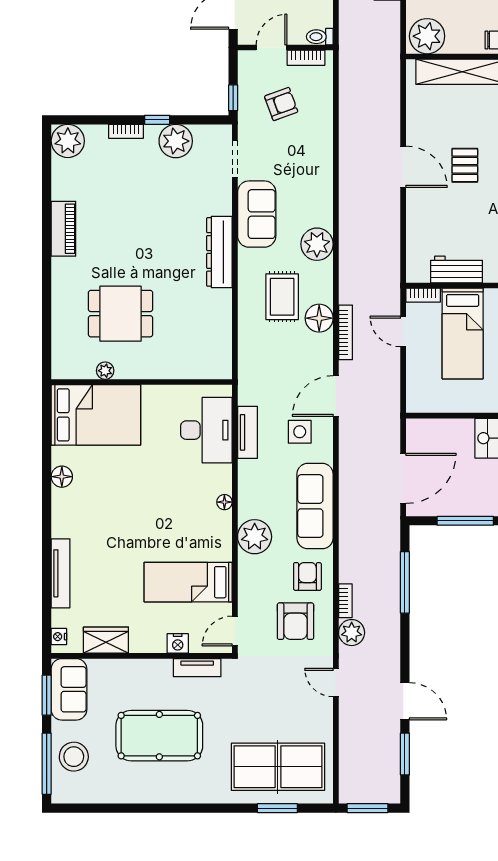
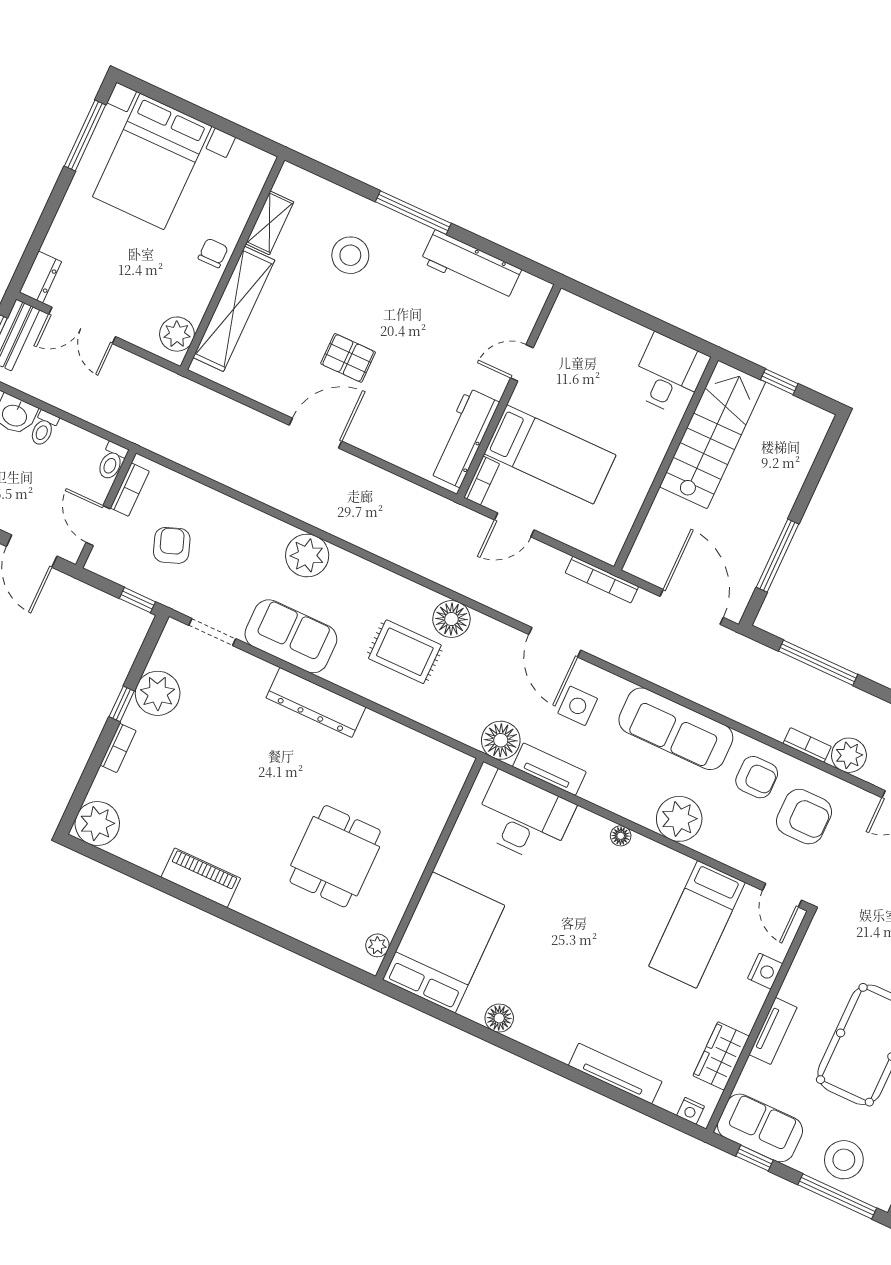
plant: (427, 36) -> (177, 334), width x0.73, depth x0.73
plant: (317, 244) -> (307, 556), moved
workbench: (456, 269) -> (464, 438), width x1.38
bookcase: (346, 332) -> (602, 580), moved, turned 180
plant: (105, 371) -> (377, 945), moved
floor lamp: (252, 390) -> (501, 740), added
armchair: (307, 576) -> (757, 777), turned 180
tv unit: (197, 668) -> (773, 1031), moved
window: (47, 695) -> (754, 1158), width x0.67

